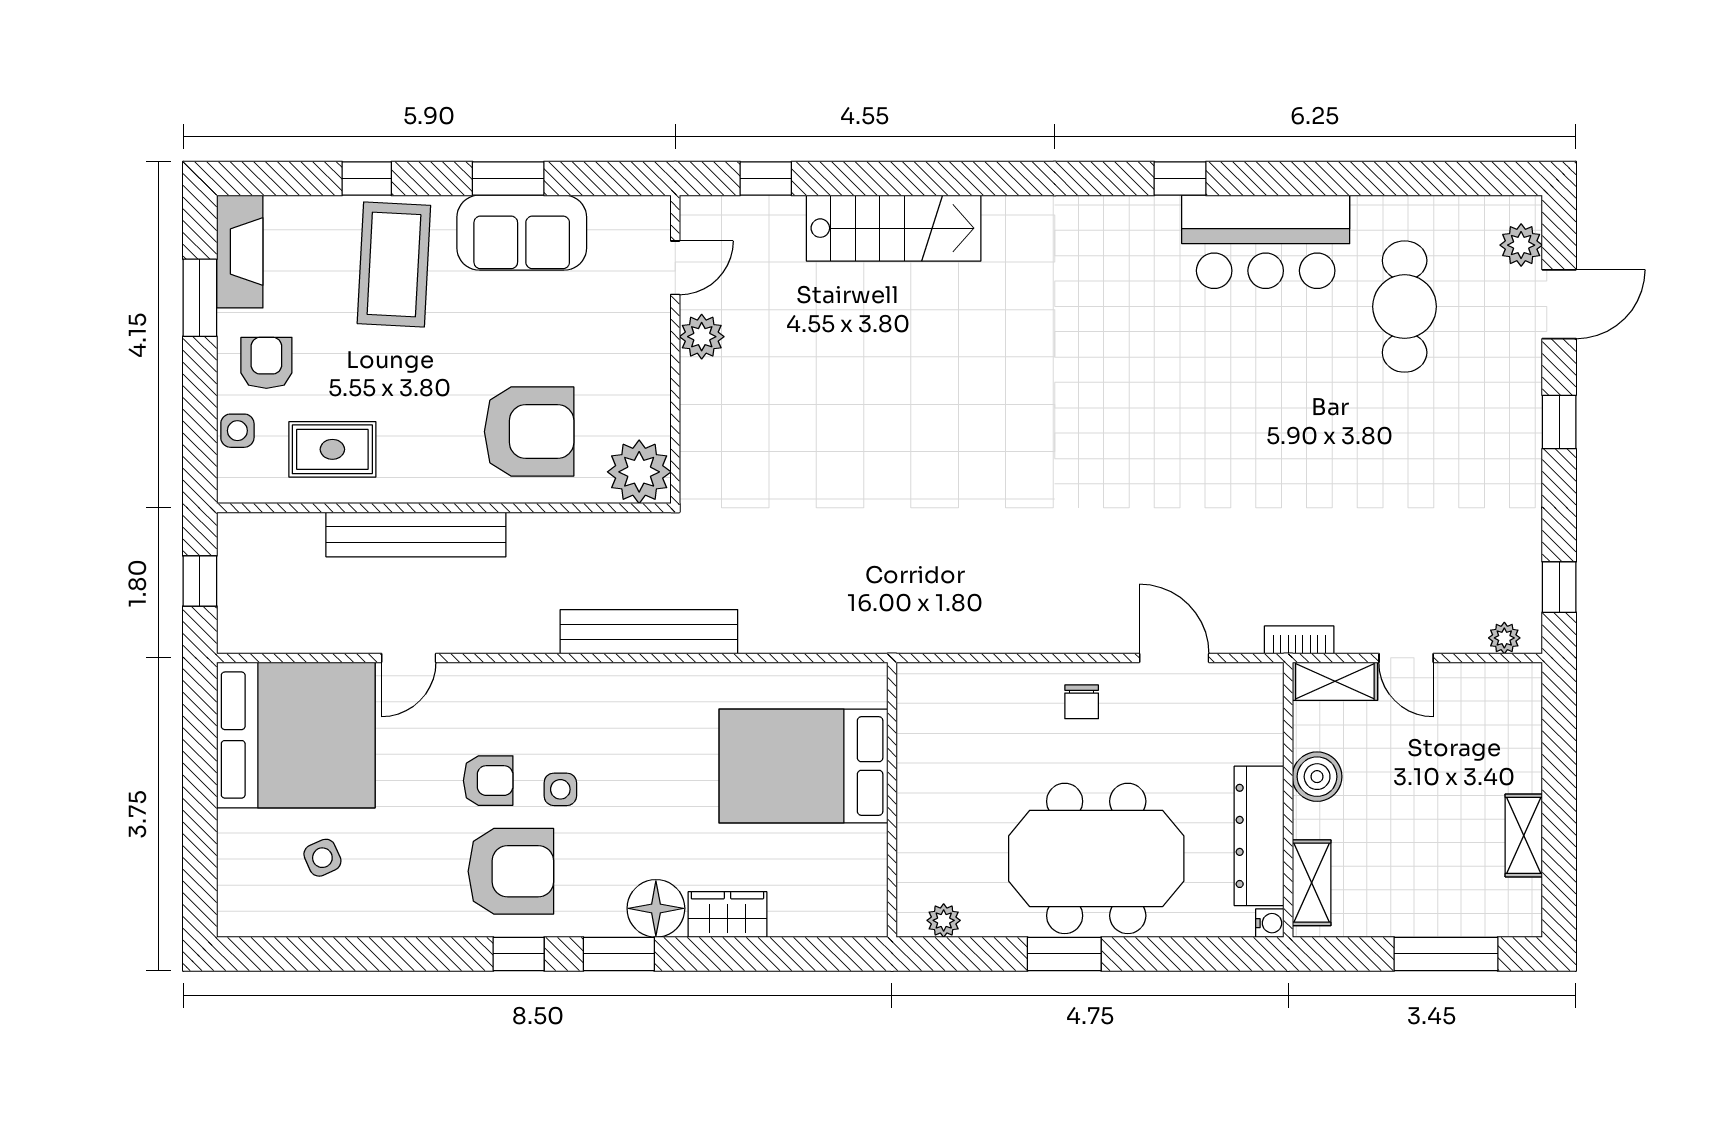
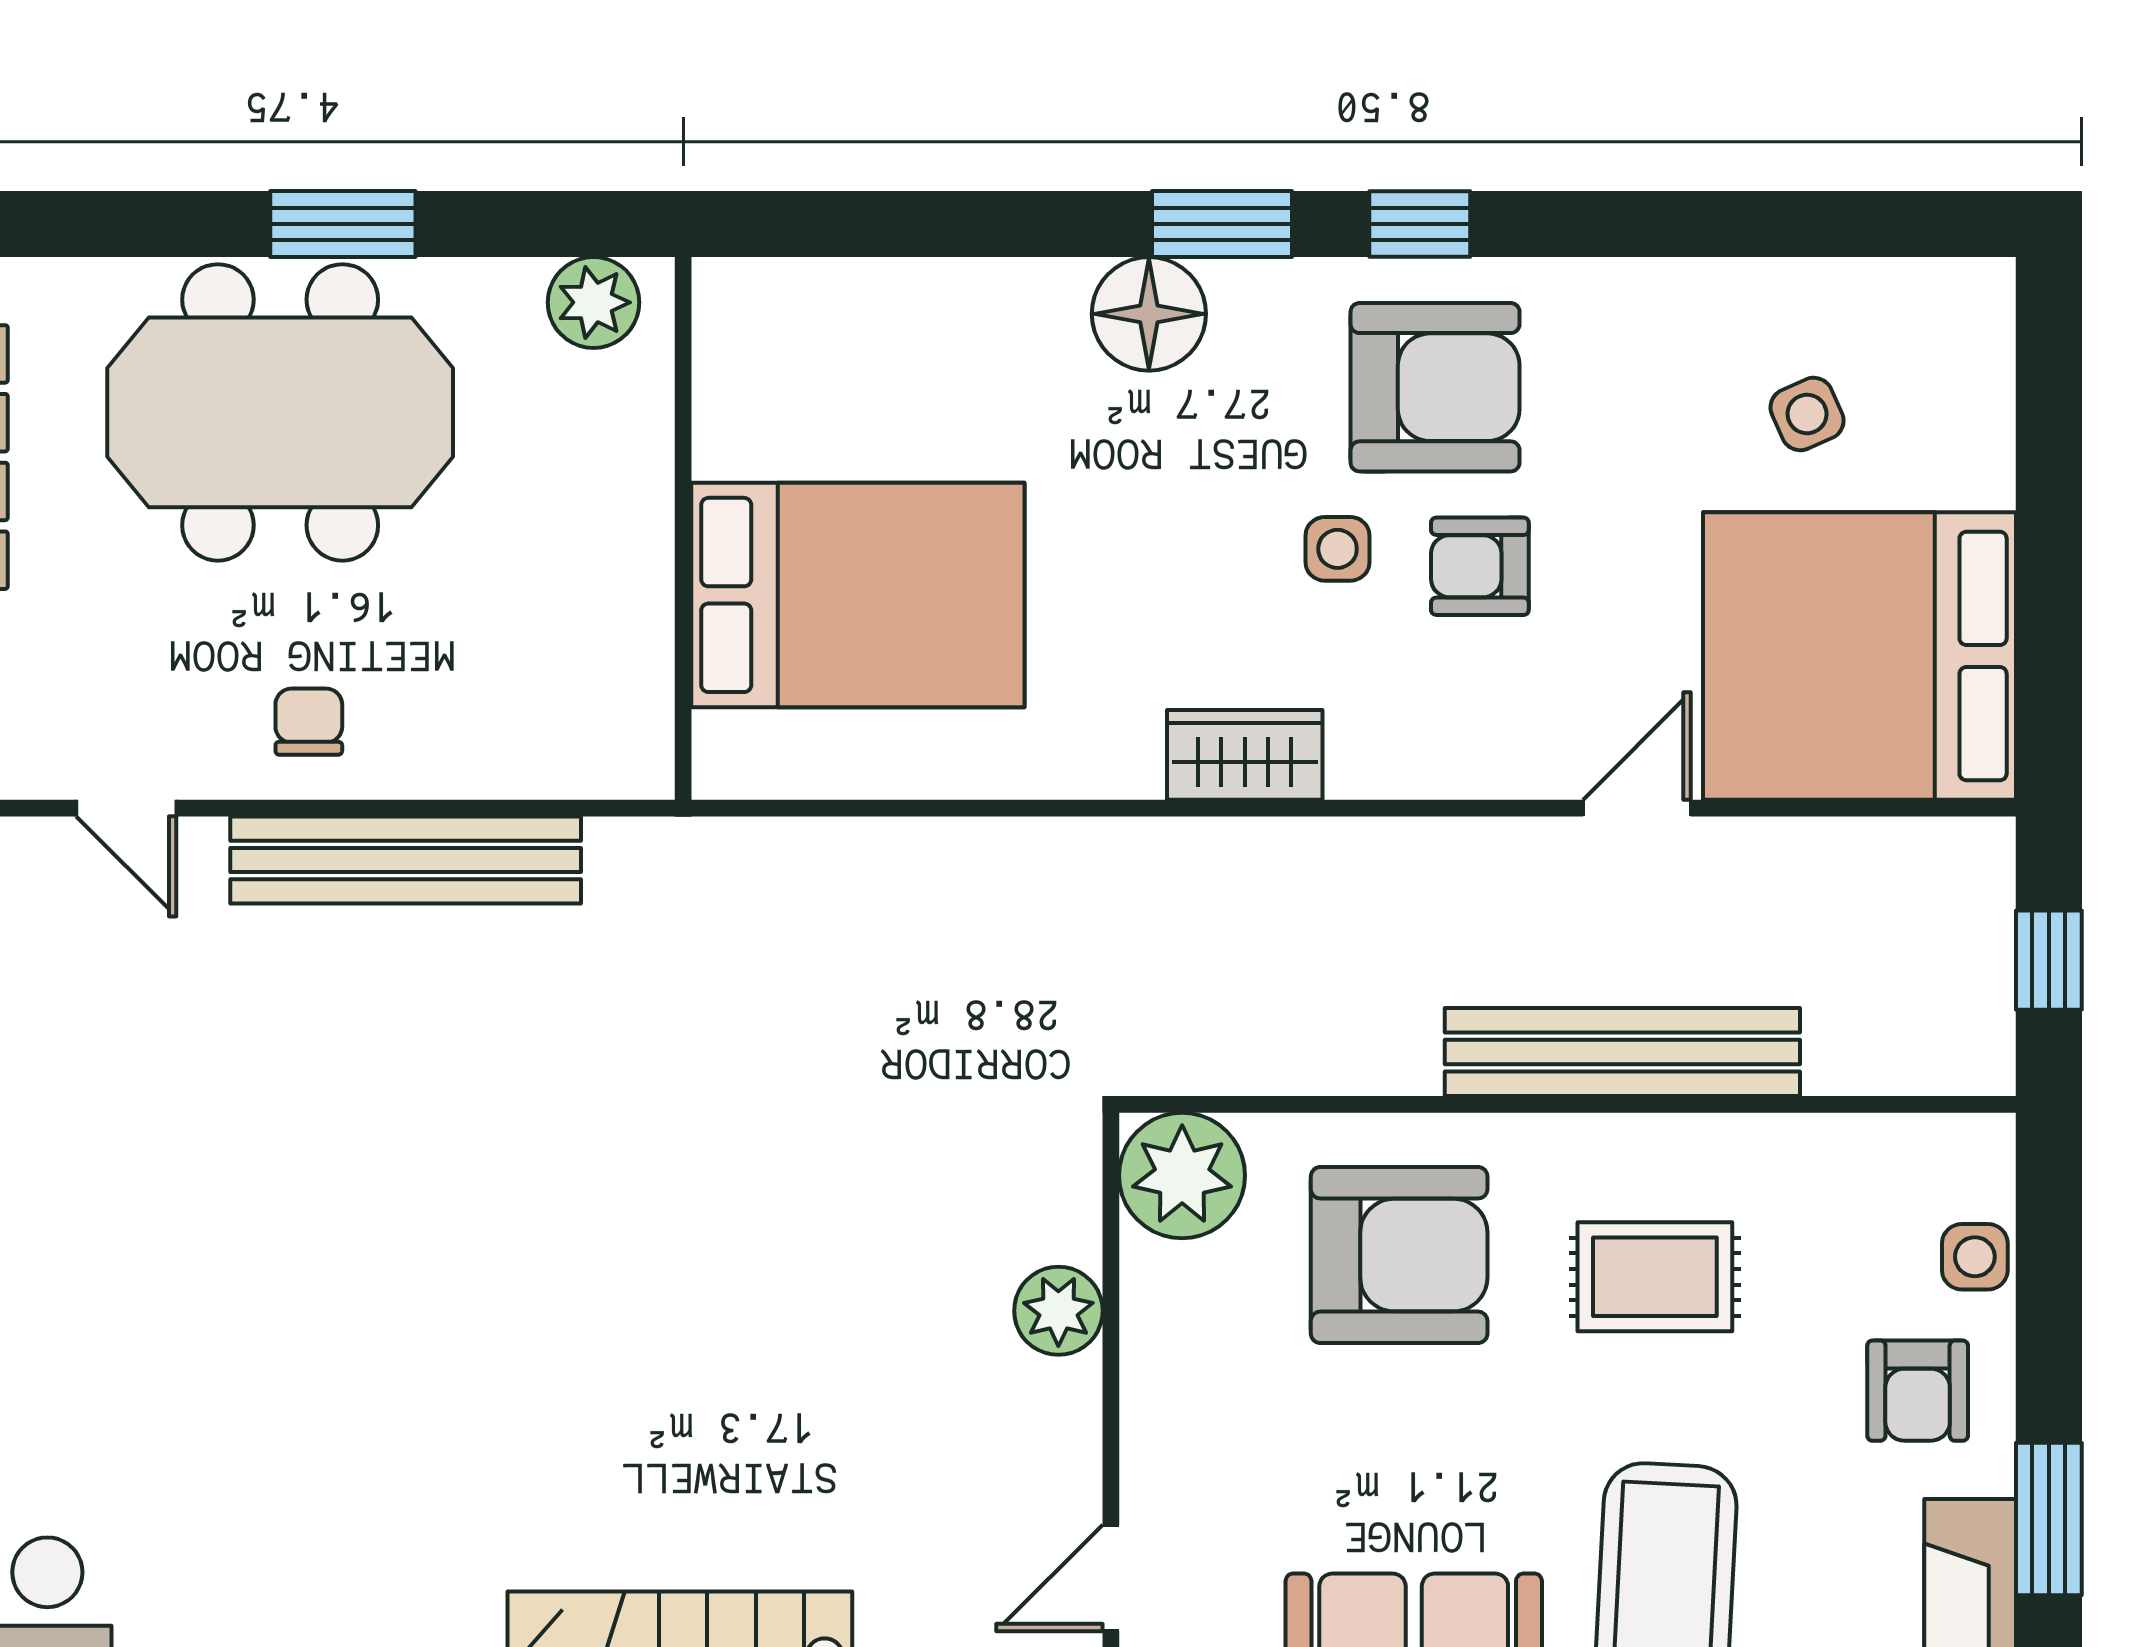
plant: (702, 337) -> (1058, 1311), moved
armchair: (529, 432) -> (1399, 1255), turned 180
rug: (332, 449) -> (1655, 1277), moved
bench: (649, 632) -> (406, 860), moved
door: (1174, 658) -> (126, 808), width x0.73
armchair: (511, 871) -> (1435, 387), turned 180
wardrobe: (727, 914) -> (1245, 755), moved, turned 180
plant: (944, 920) -> (594, 302), width x1.38, depth x1.38

